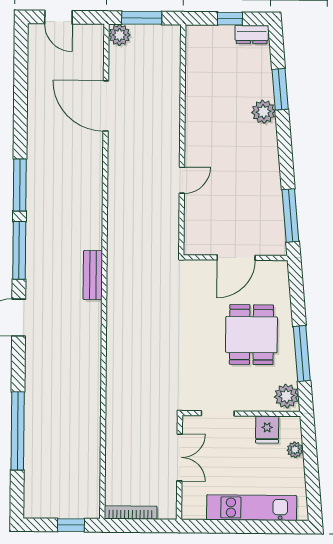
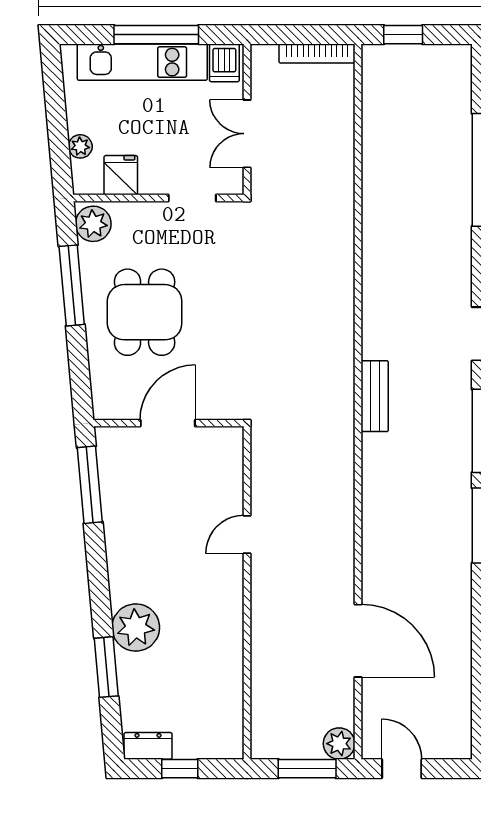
door: (58, 17) -> (402, 769), moved
plant: (263, 112) -> (136, 628), width x1.36, depth x1.36
dishwasher: (195, 507) -> (224, 63), added
window: (242, 527) -> (156, 35), added

